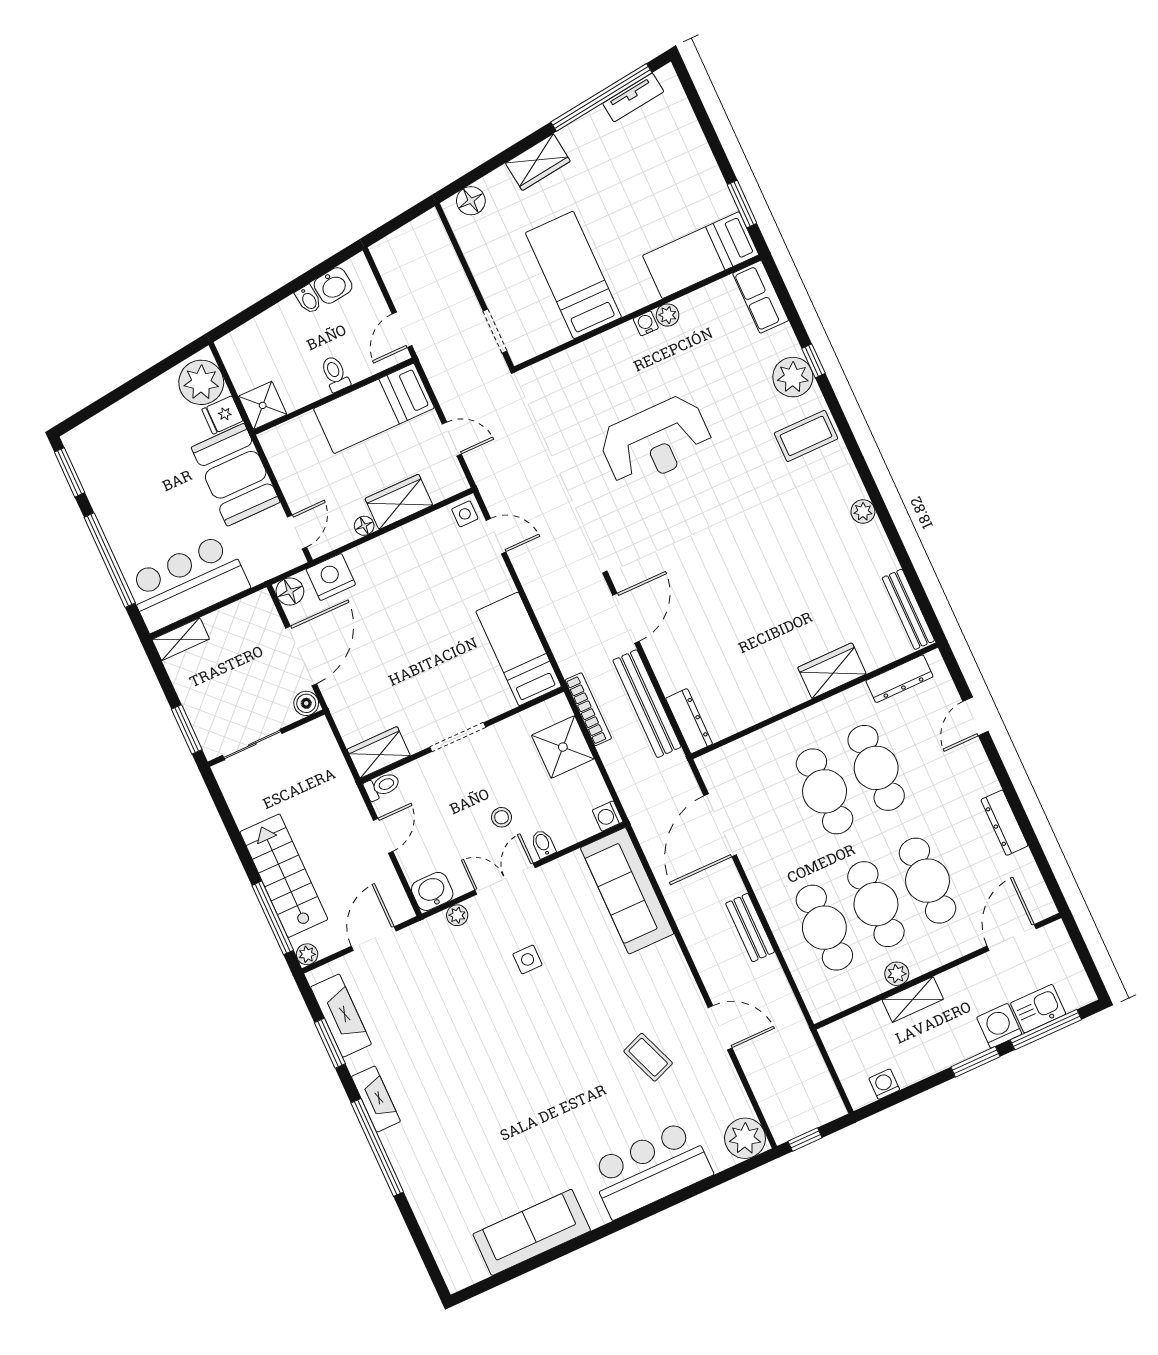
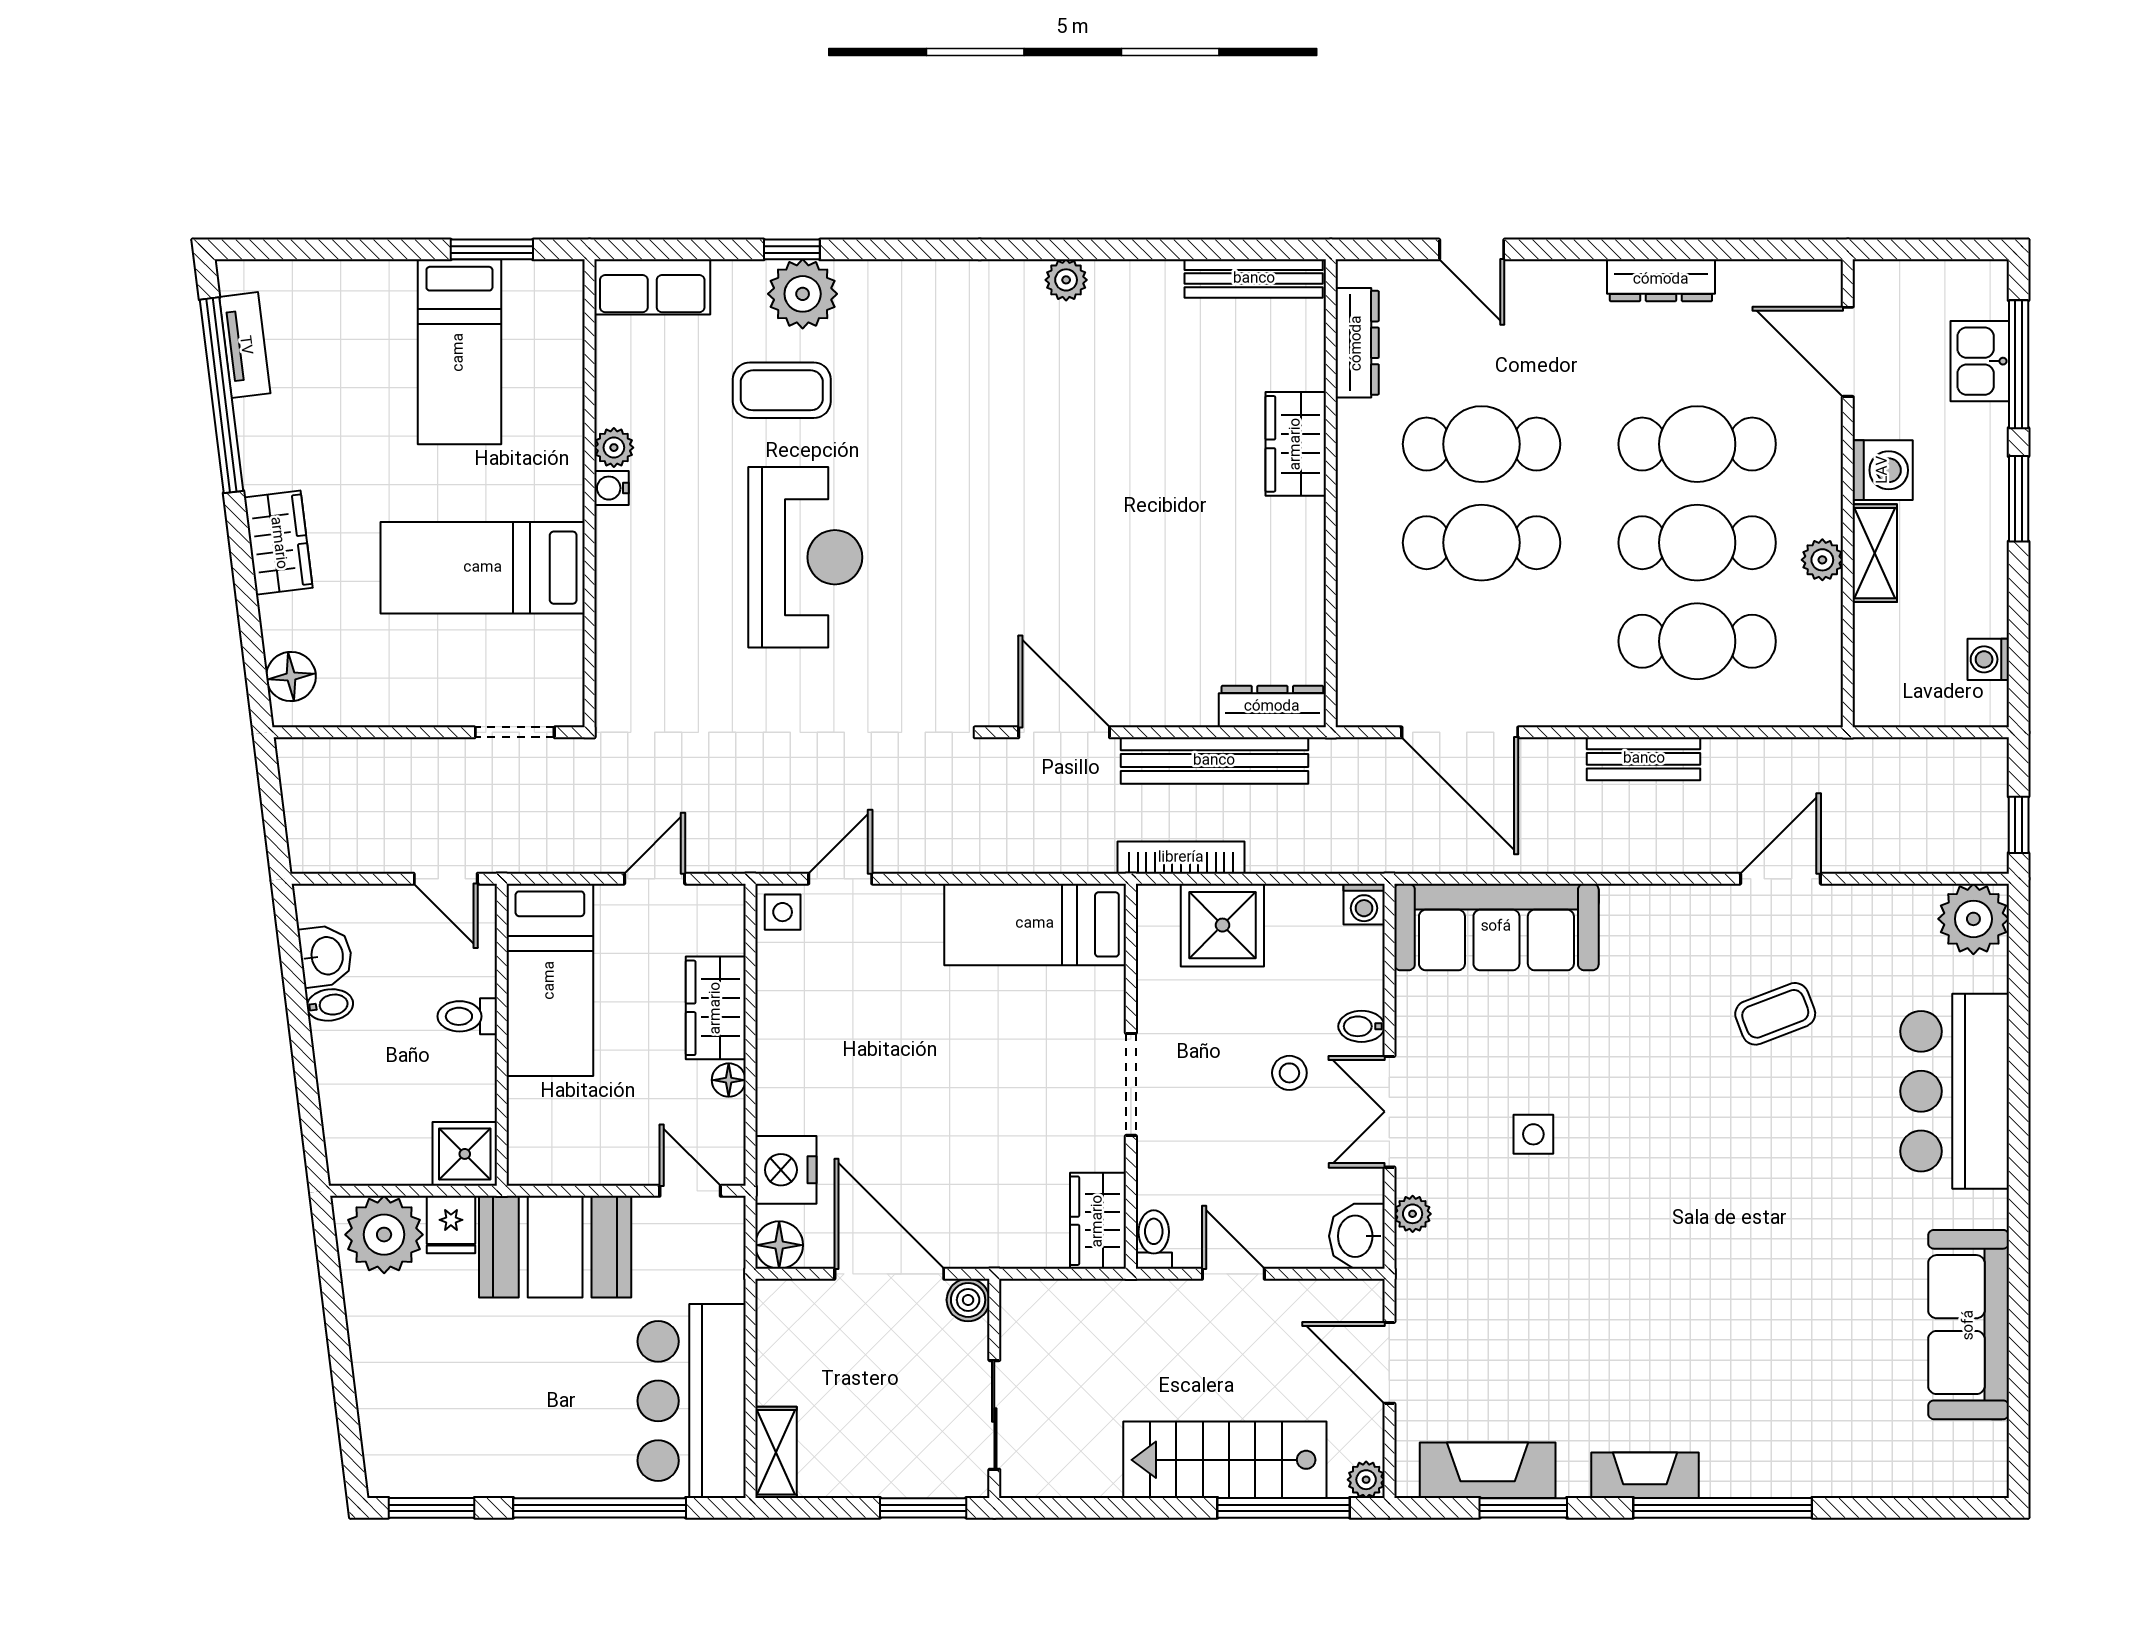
bed: (701, 255) -> (459, 352), moved
coffee table: (806, 436) -> (782, 390), moved, turned 90
washing machine: (999, 1026) -> (1883, 470), moved, turned 180

